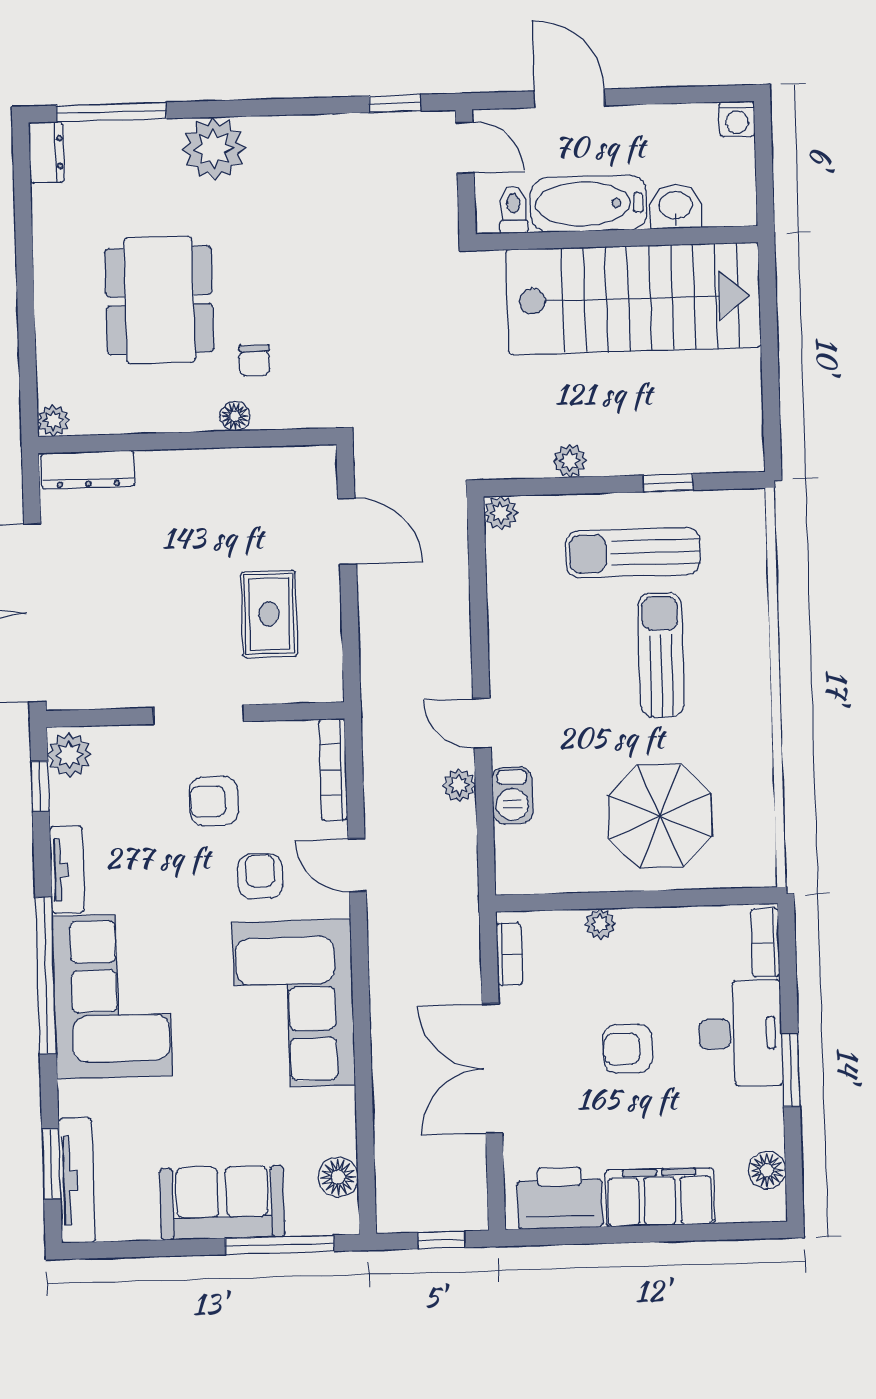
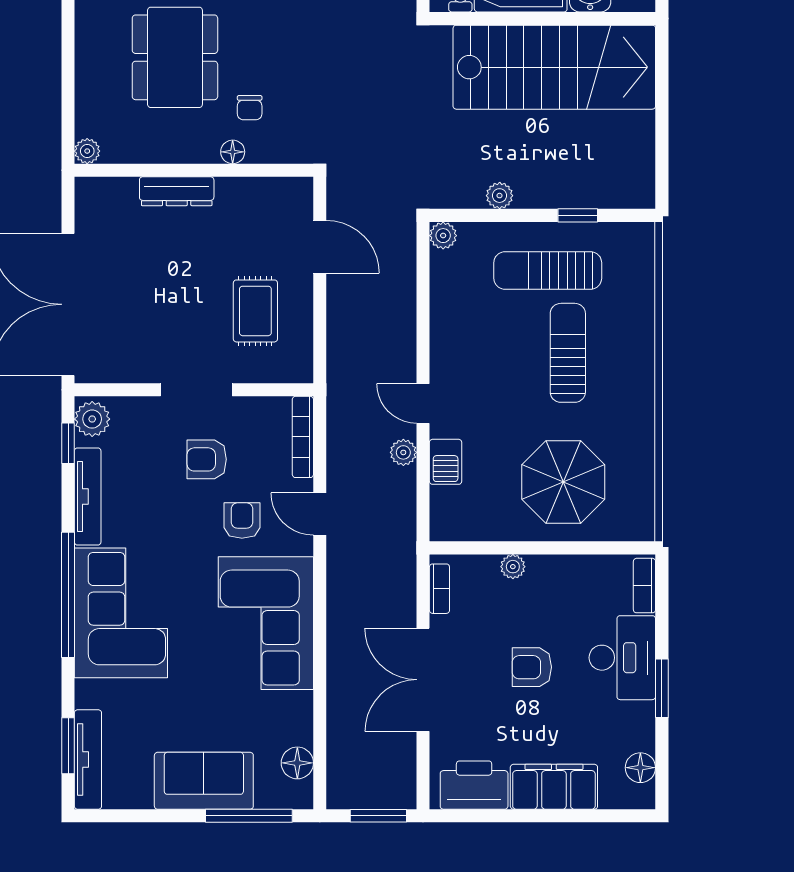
dresser: (88, 470) -> (177, 191), moved
tv unit: (67, 870) -> (88, 496), width x1.41
window: (441, 1240) -> (378, 816), width x1.50

